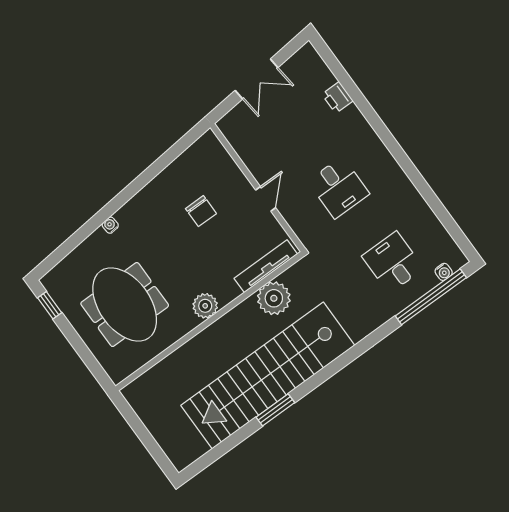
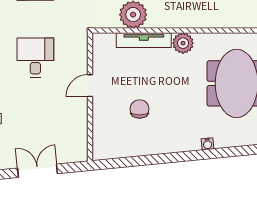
tv unit: (266, 266) -> (144, 40), moved

